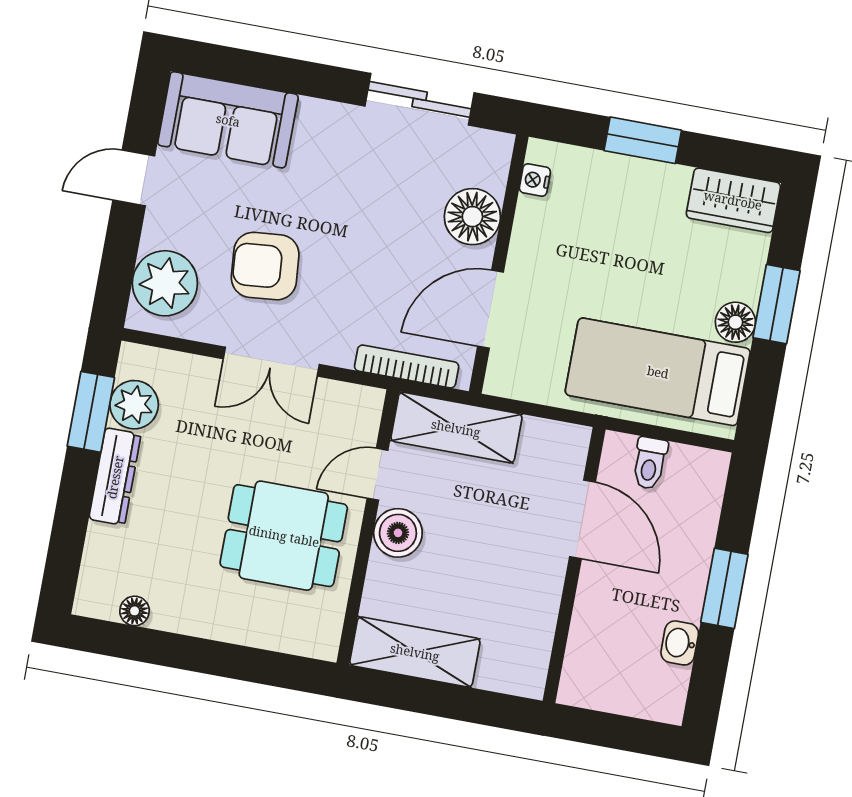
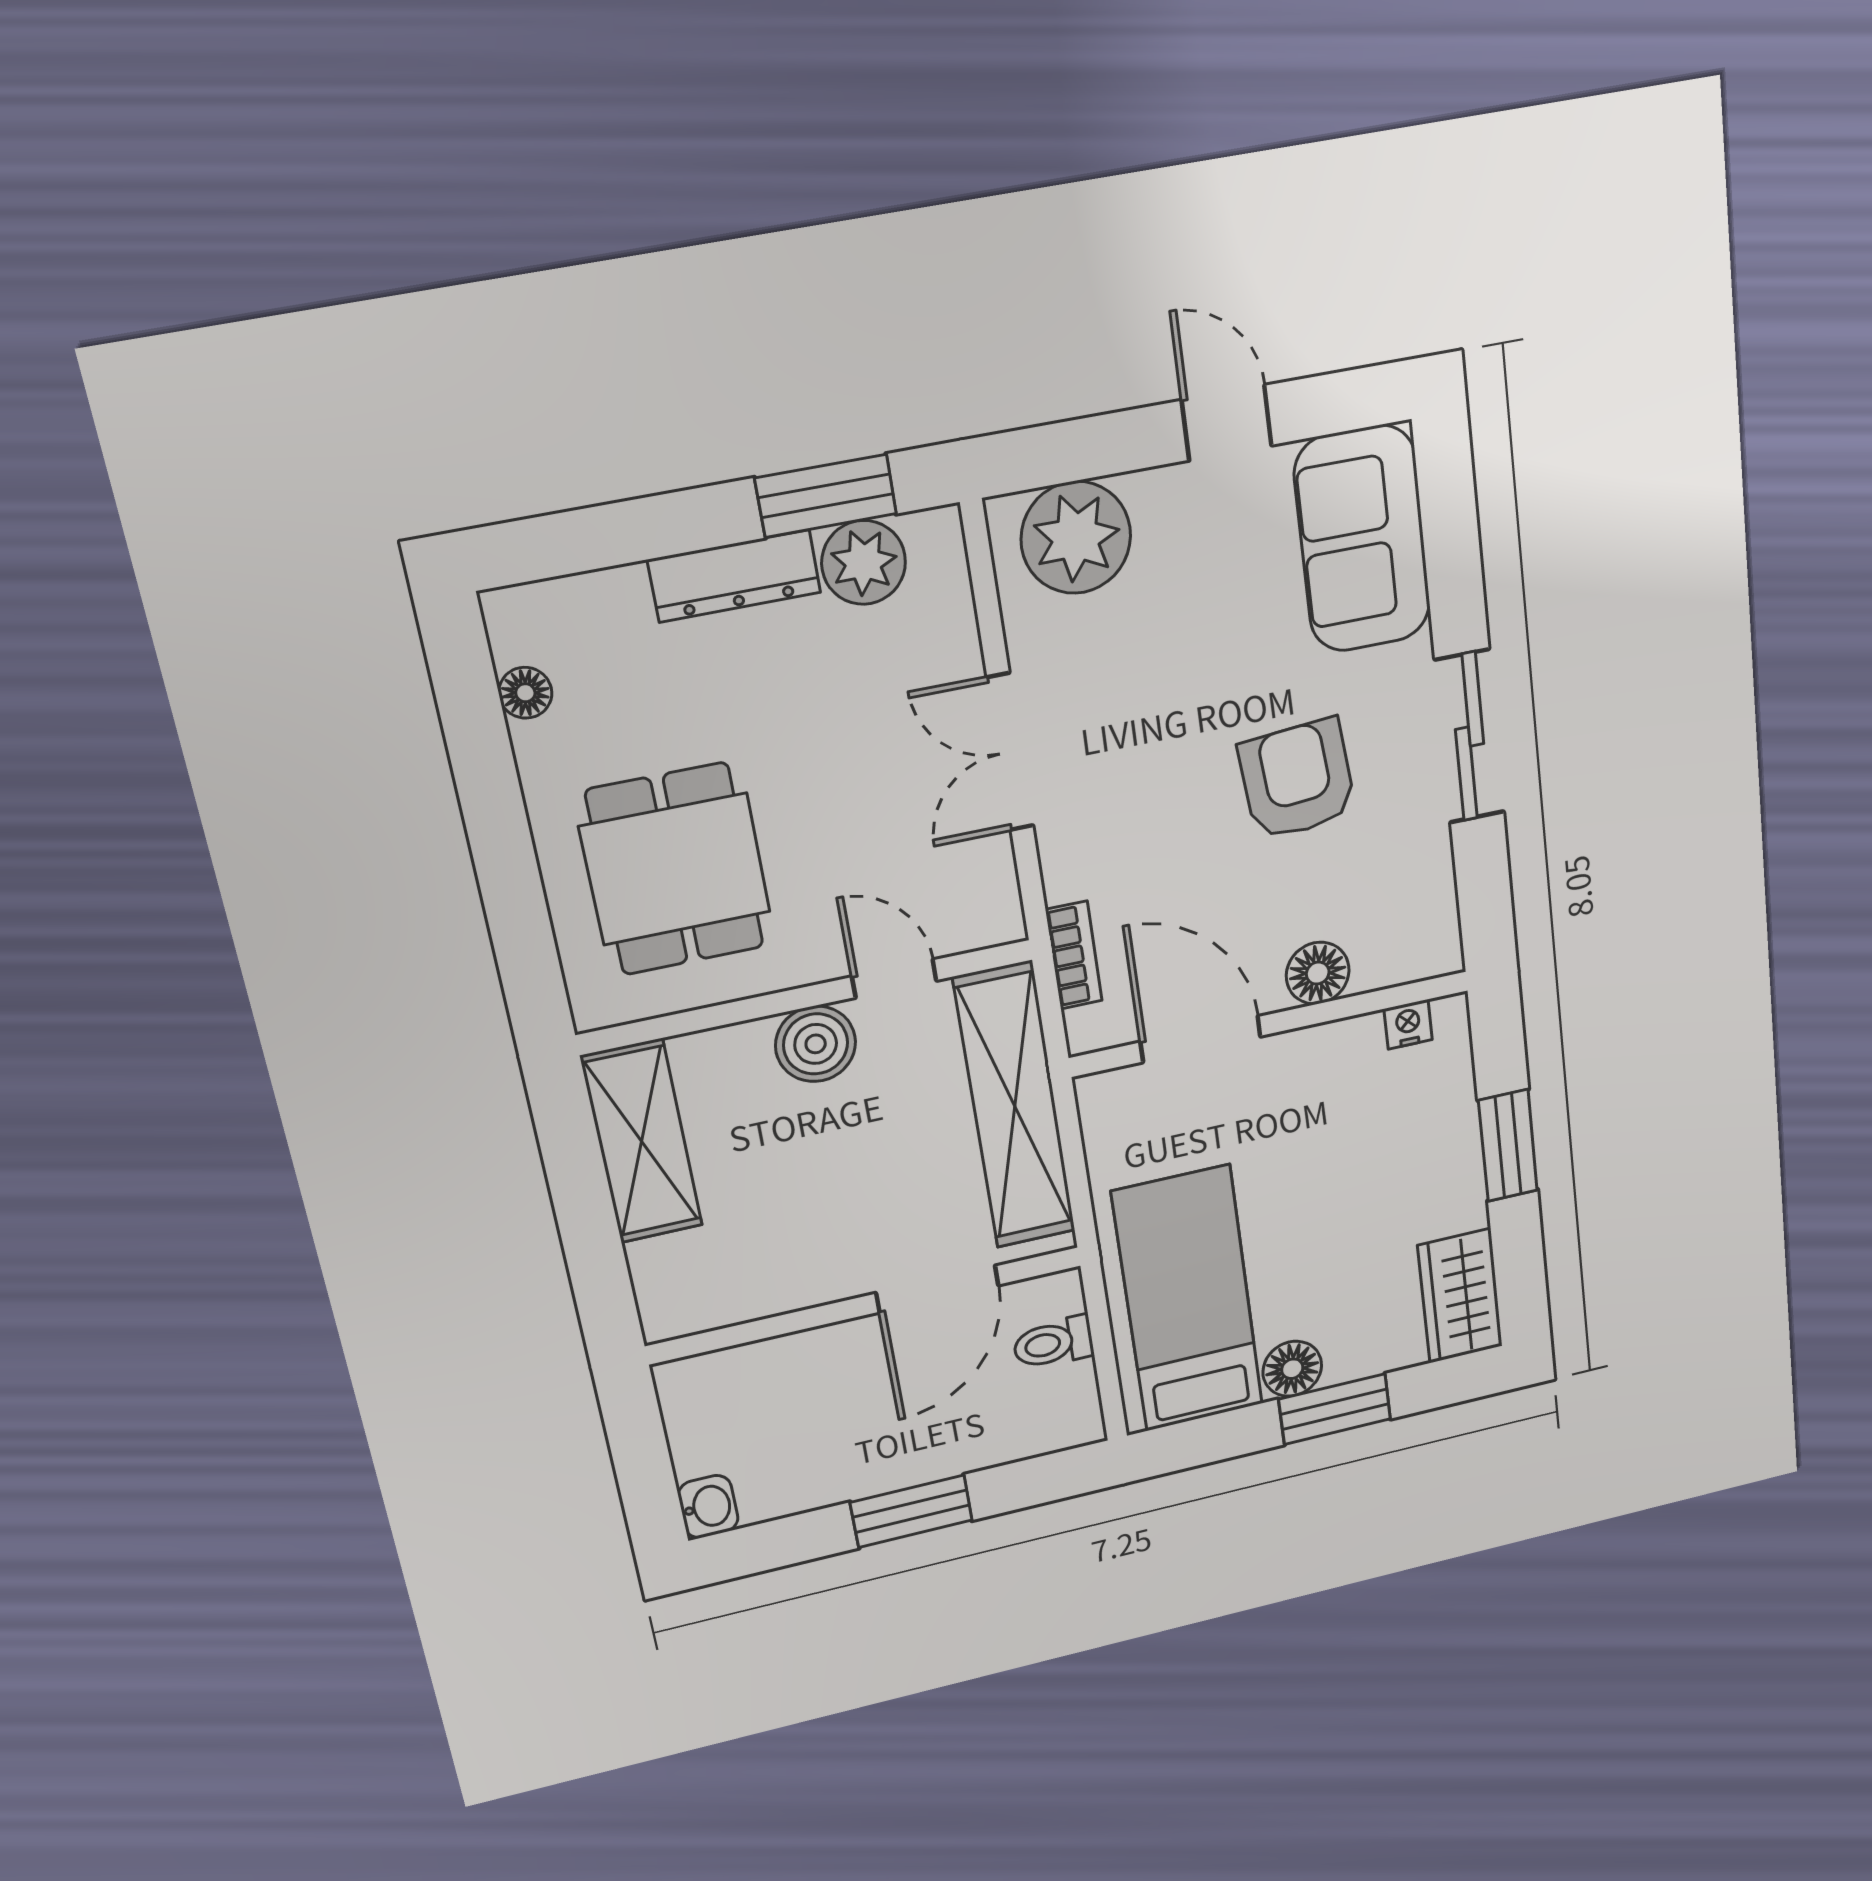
sliding door: (420, 99) -> (1470, 736), moved
floor lamp: (472, 217) -> (1318, 973), width x0.73, depth x0.73
armchair: (265, 266) -> (1297, 780), moved
bookcase: (407, 366) -> (1074, 955), width x0.64
shelving: (456, 428) -> (1015, 1106), width x1.47
dining table: (284, 536) -> (675, 869), moved
washbasin: (680, 643) -> (708, 1507), moved, turned 90

